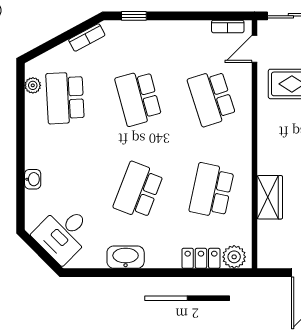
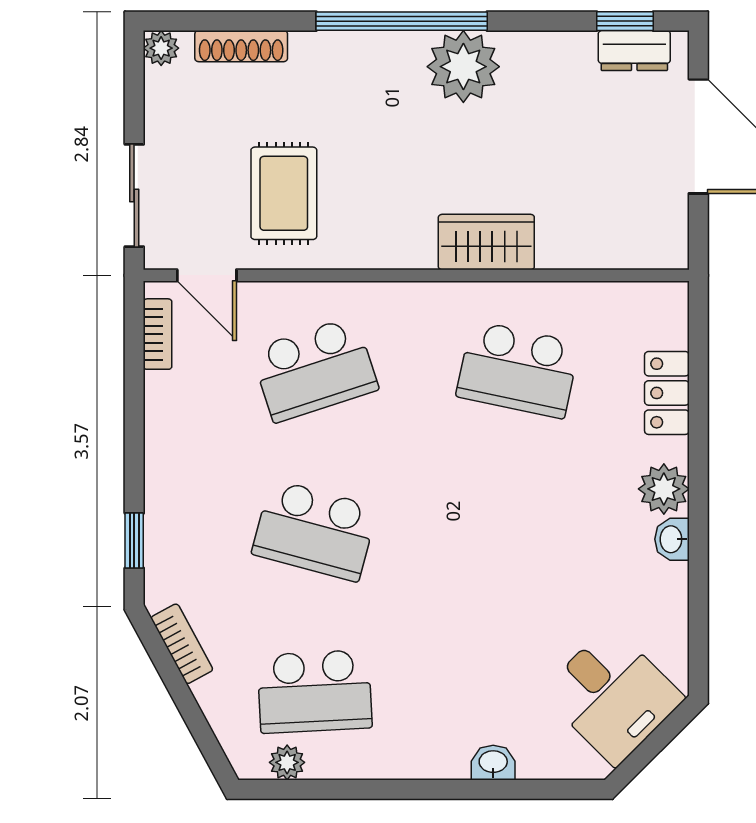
school desk: (138, 98) -> (315, 531), turned 30
school desk: (138, 190) -> (518, 531), removed
wardrobe: (270, 197) -> (486, 242), moved
washbasin: (126, 257) -> (672, 539), width x0.52, depth x0.69
plant: (234, 257) -> (664, 489), moved

